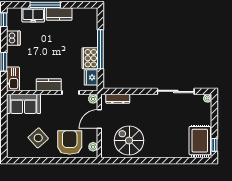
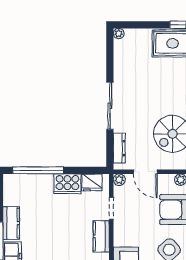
window: (100, 49) -> (38, 170), moved
sliding door: (176, 91) -> (110, 106), moved

